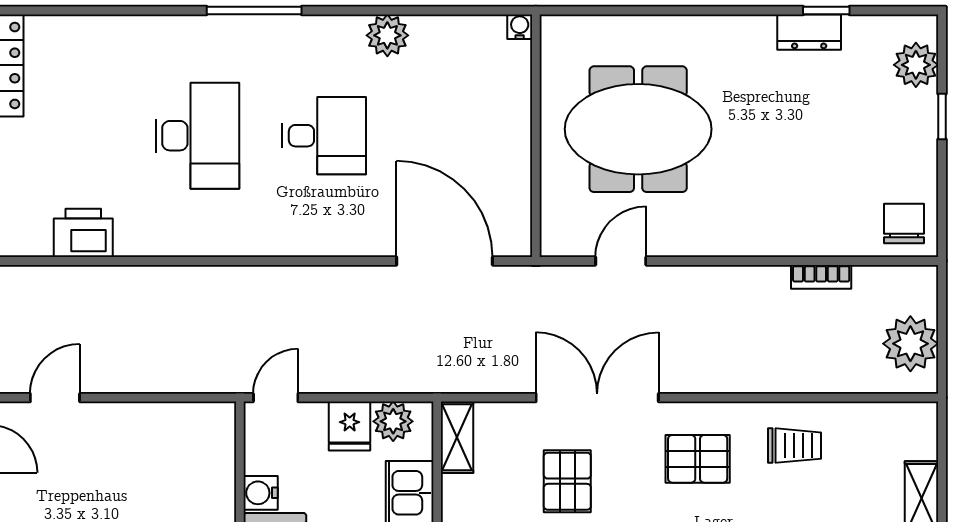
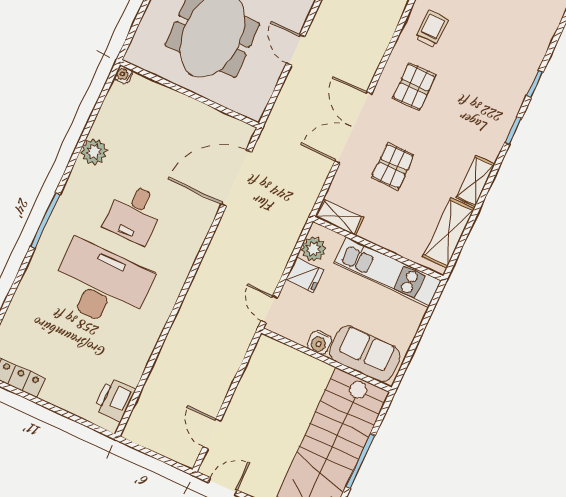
desk: (197, 136) -> (101, 285), width x1.36, depth x1.30
desk: (324, 136) -> (134, 213), turned 180
printer: (83, 233) -> (115, 400), moved
door: (621, 261) -> (296, 50), moved
pallet: (567, 481) -> (393, 166), turned 90

